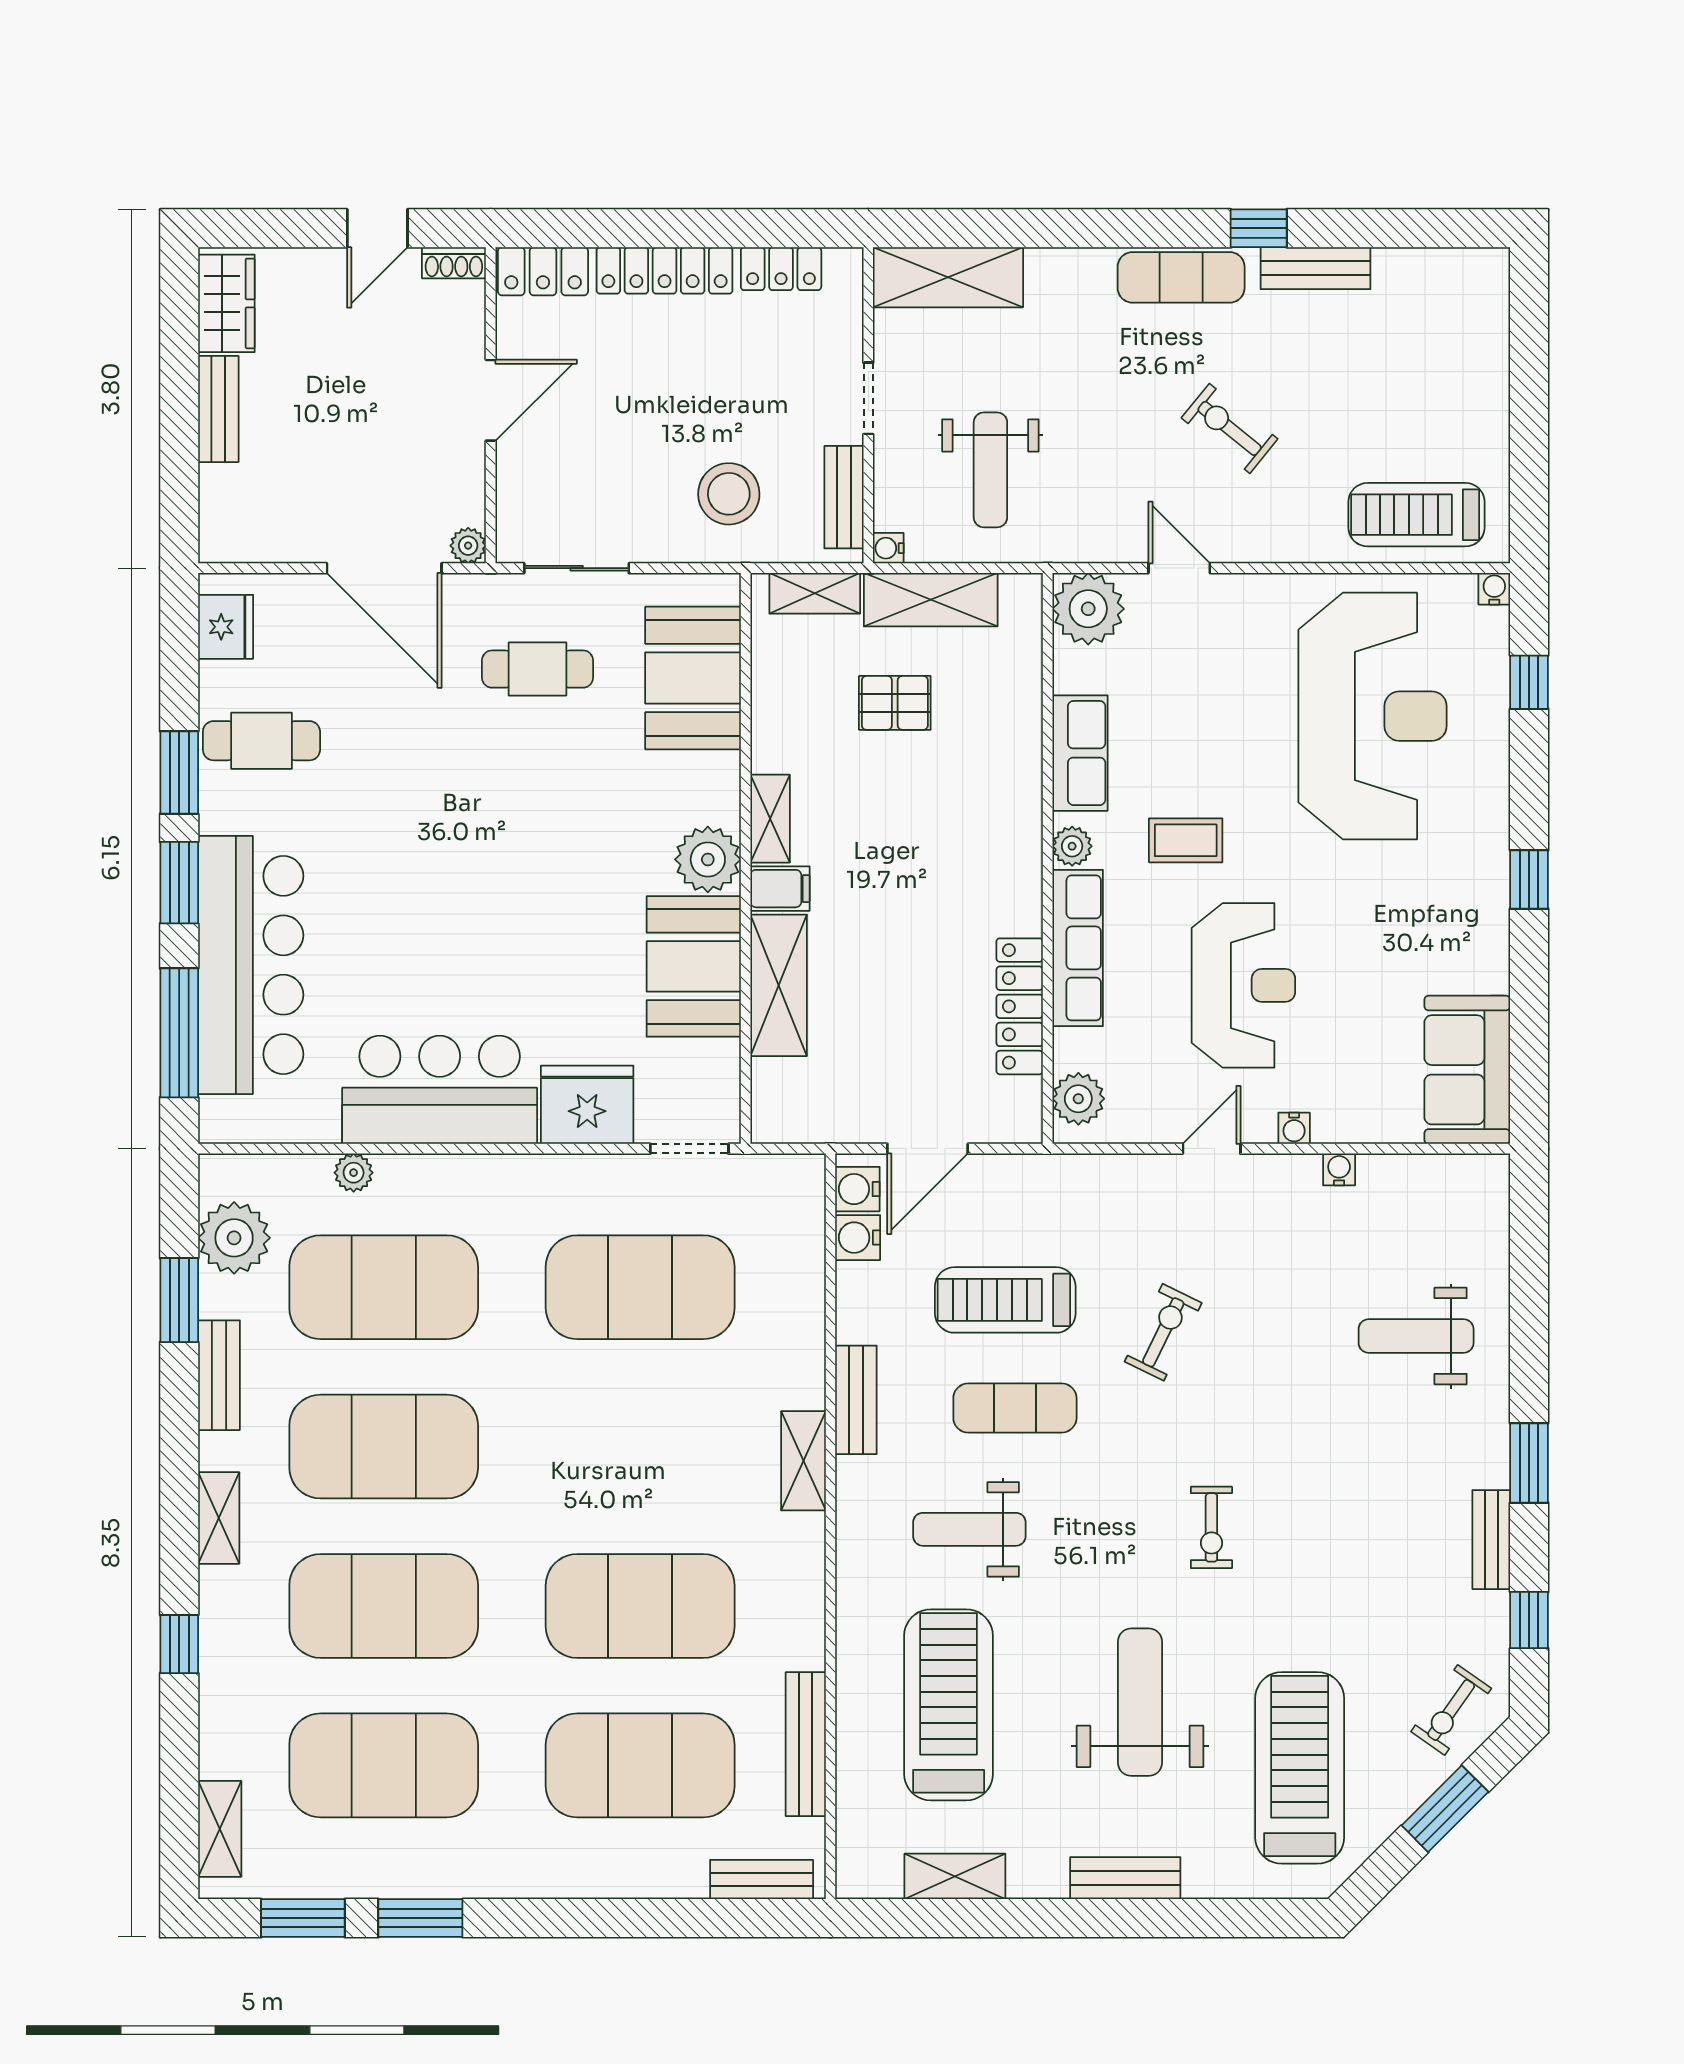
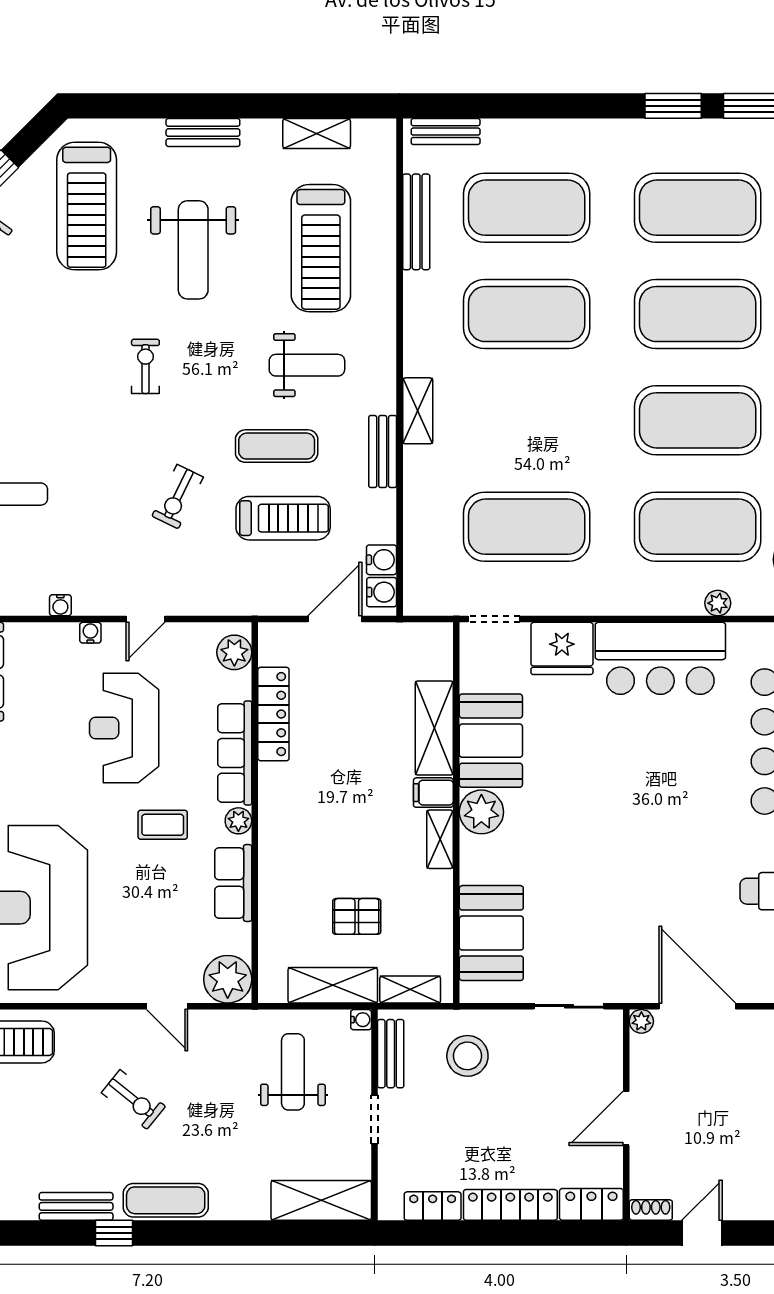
cafe table: (537, 669) -> (595, 939), removed

